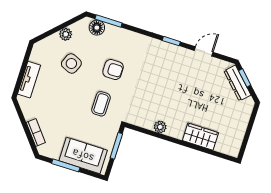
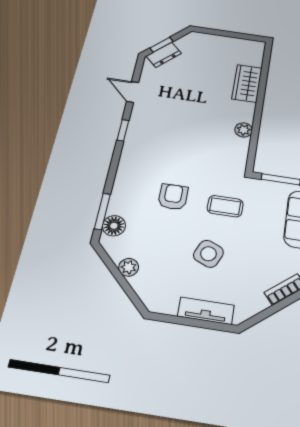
side table: (71, 64) -> (208, 254), moved
dresser: (237, 83) -> (164, 55), width x0.70

